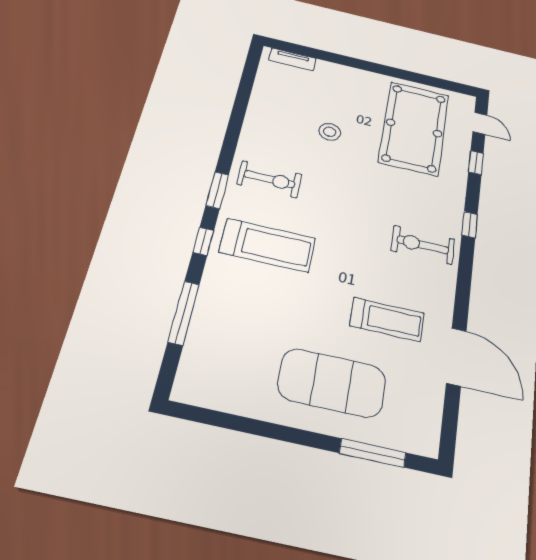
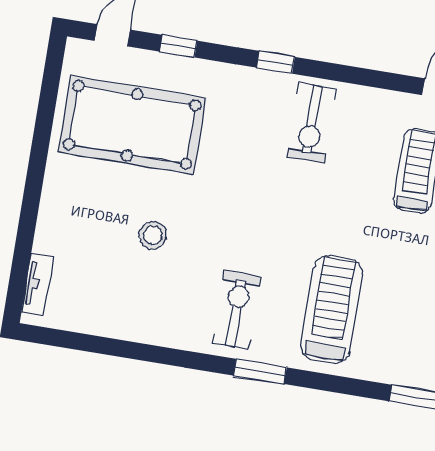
window: (203, 241) -> (334, 384), removed

